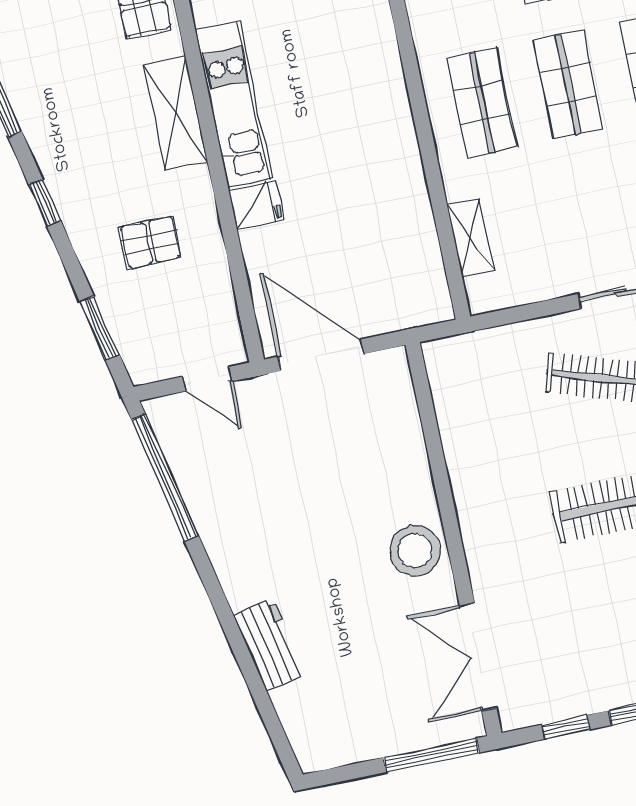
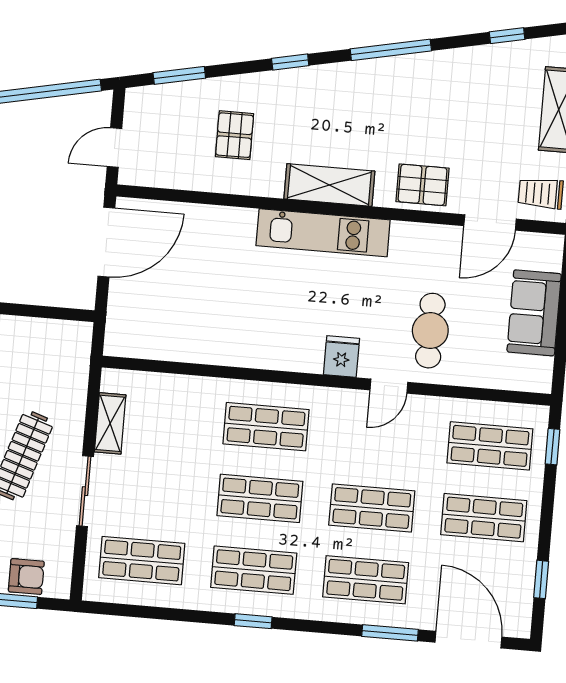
fridge: (256, 205) -> (341, 356), moved, turned 180
shelving: (470, 237) -> (110, 423), moved, turned 90

